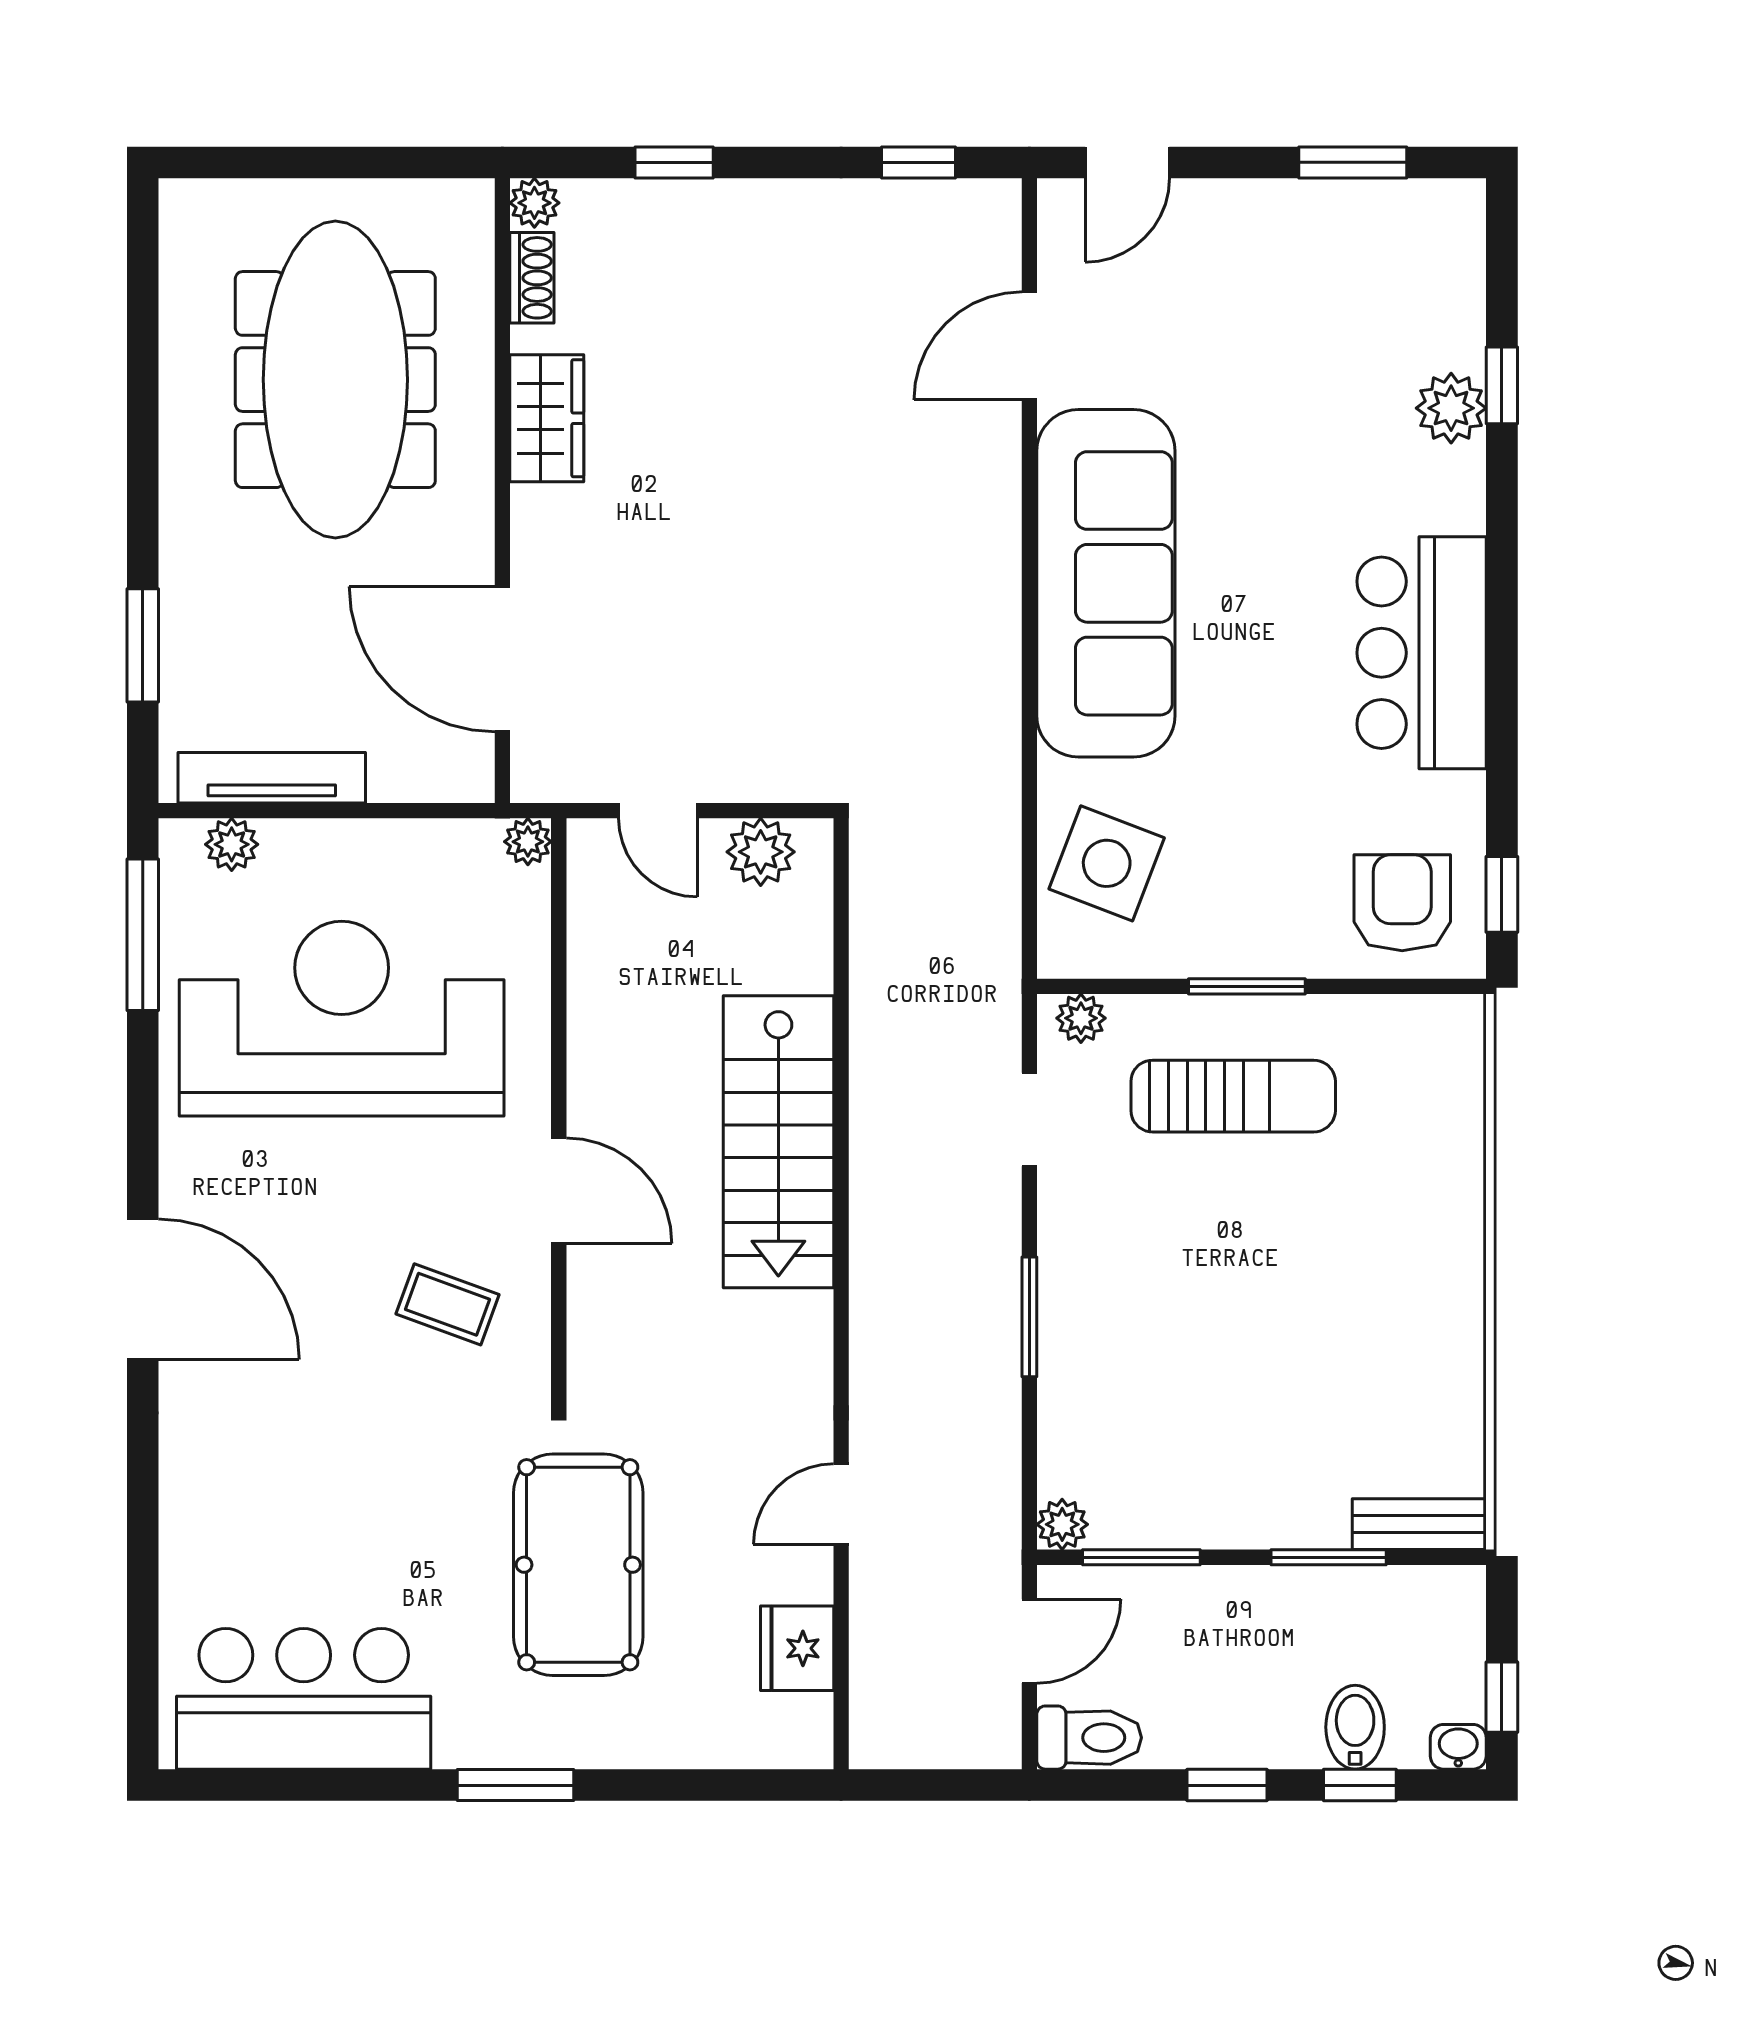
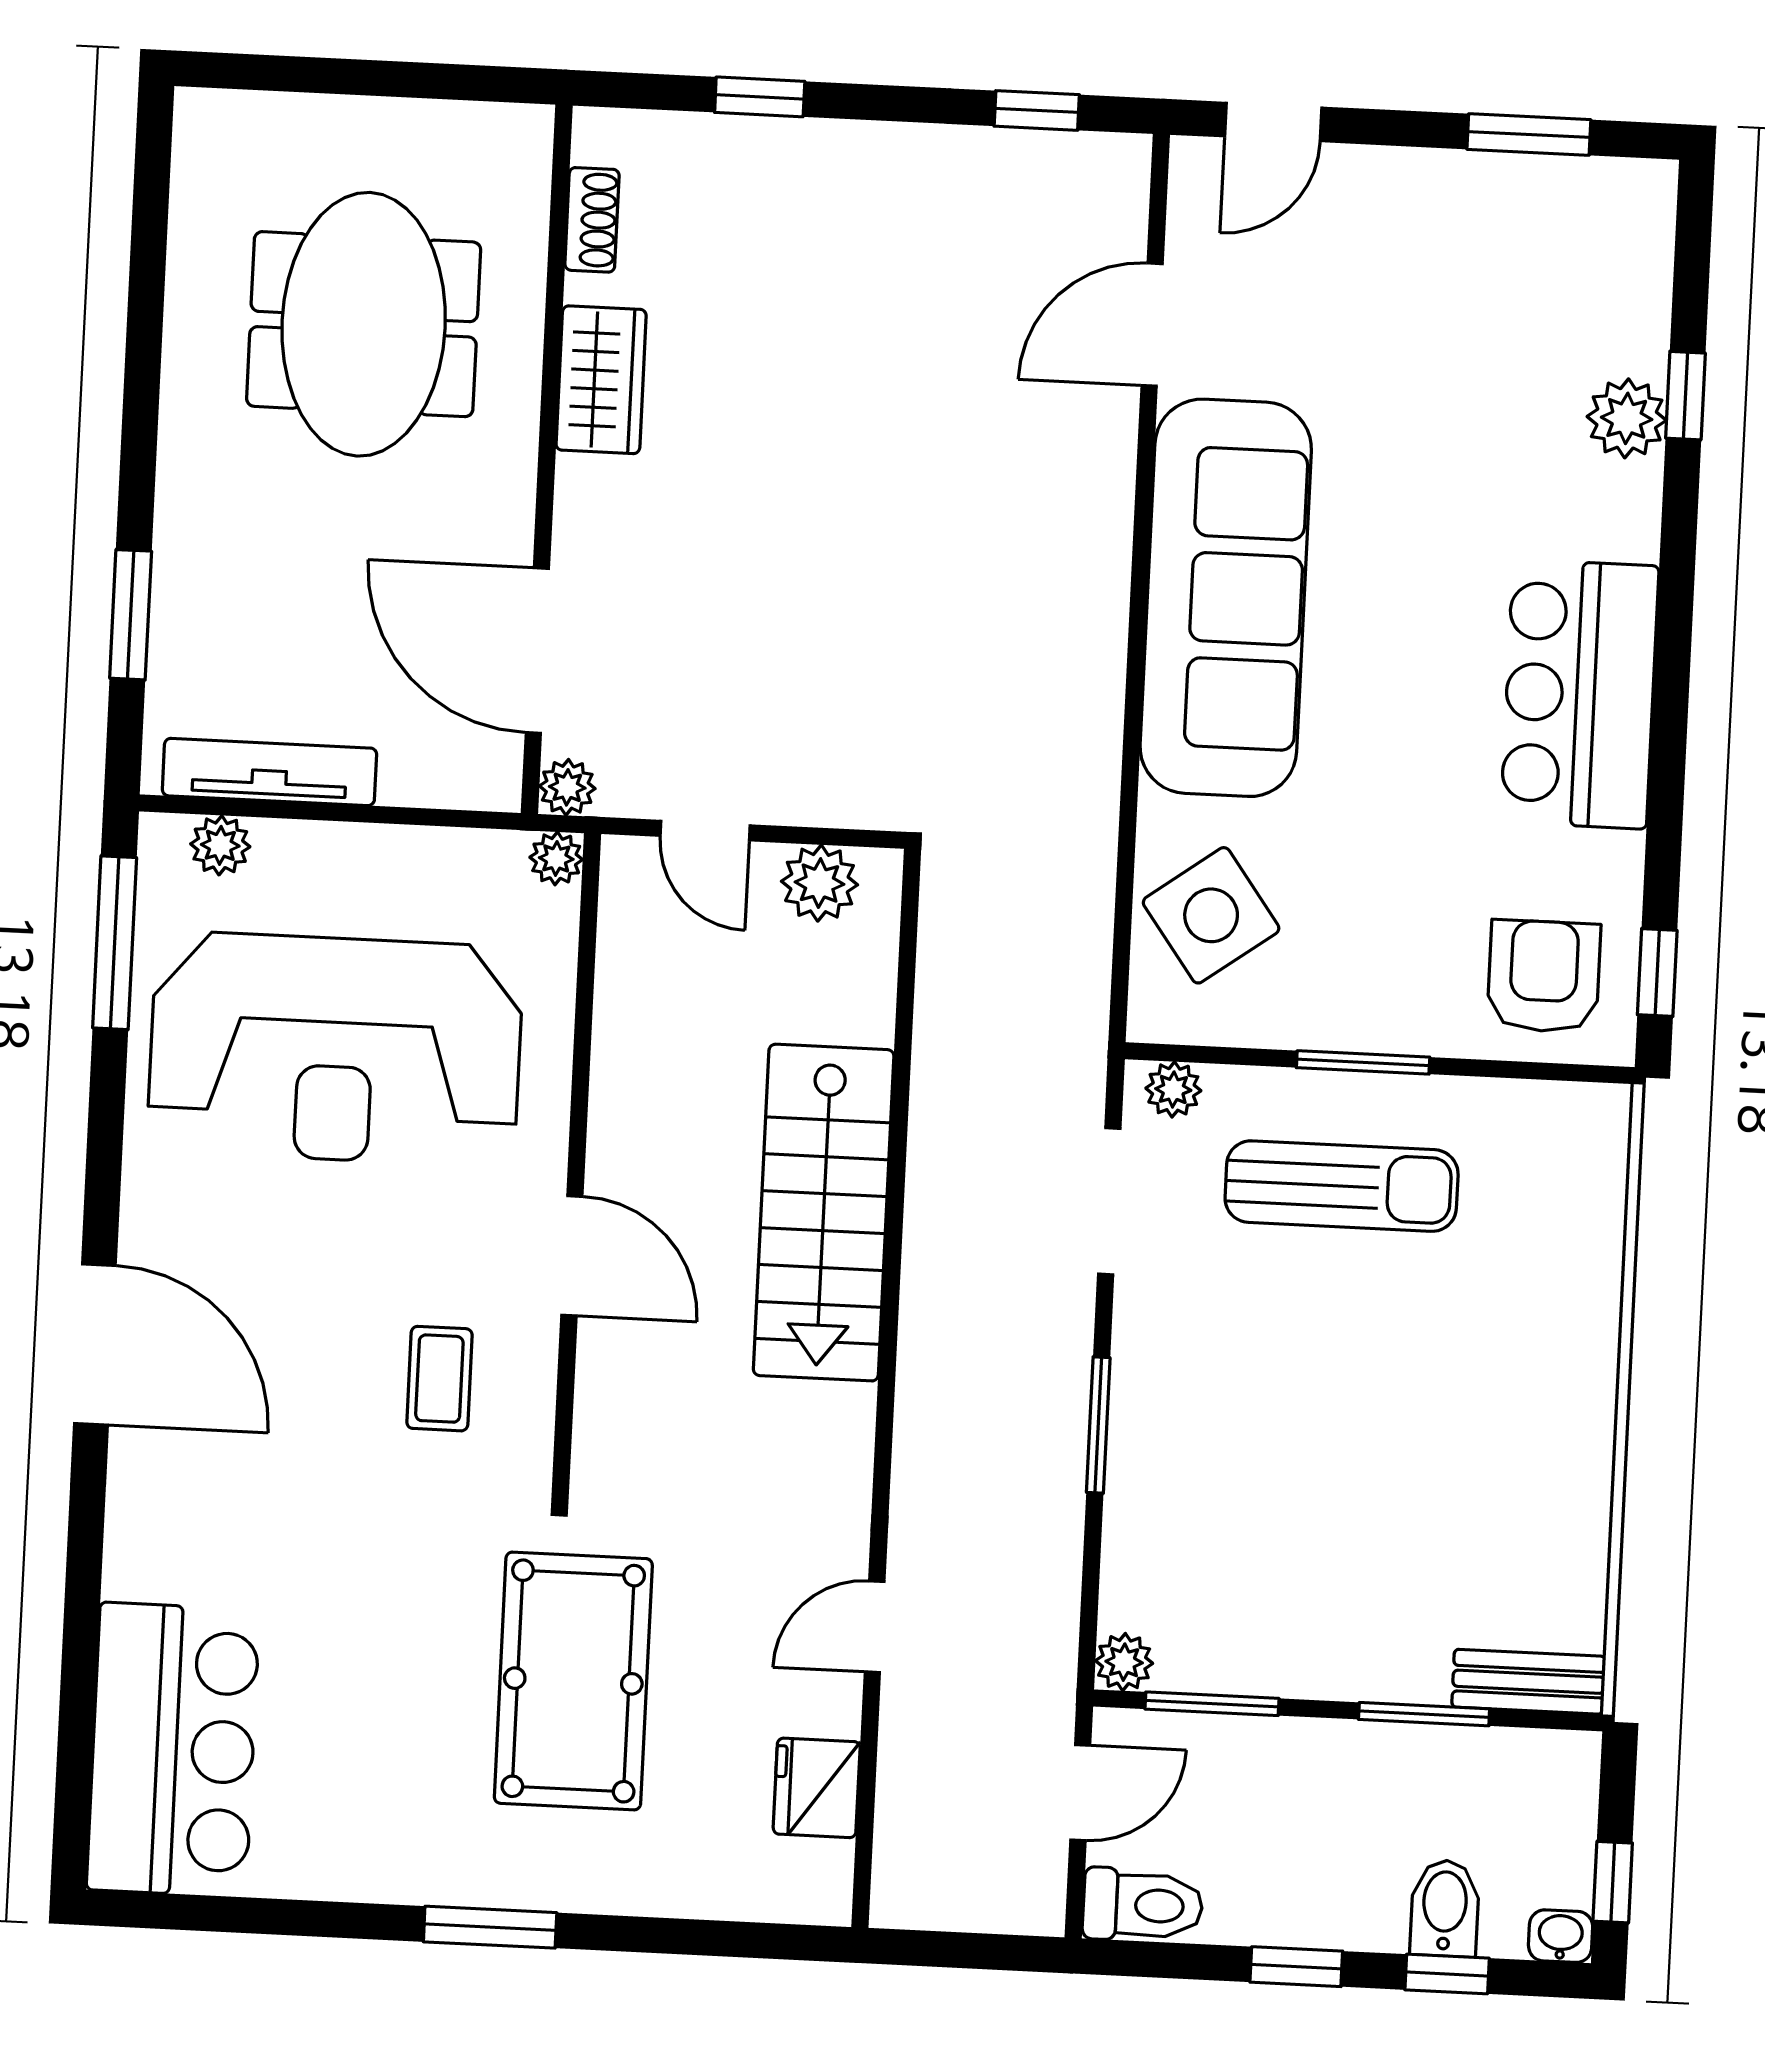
plant: (534, 203) -> (567, 787), moved
meeting table: (335, 380) -> (364, 324), width x0.73
side table: (1107, 863) -> (1211, 915), turned 33
reception desk: (342, 1019) -> (335, 1049), turned 180
doorway: (1029, 1119) -> (1109, 1201), width x1.38
coffee table: (447, 1304) -> (439, 1379), turned 70
bar counter: (304, 1699) -> (173, 1750), moved, turned 90

